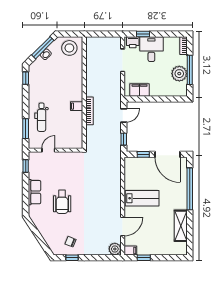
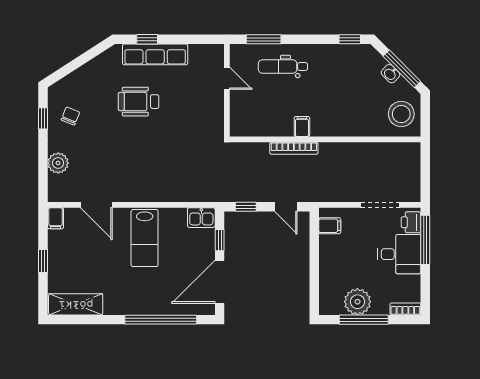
window: (143, 34) -> (425, 240), width x2.17
filing cabinet: (140, 90) -> (330, 226), width x0.50
kitchen sink: (130, 165) -> (201, 218), added
window: (26, 166) -> (147, 39), moved
row of seats: (34, 192) -> (155, 54), width x1.48
shelving: (181, 226) -> (76, 304), moved
plant: (115, 249) -> (58, 163), moved
window: (144, 258) -> (43, 261), moved

